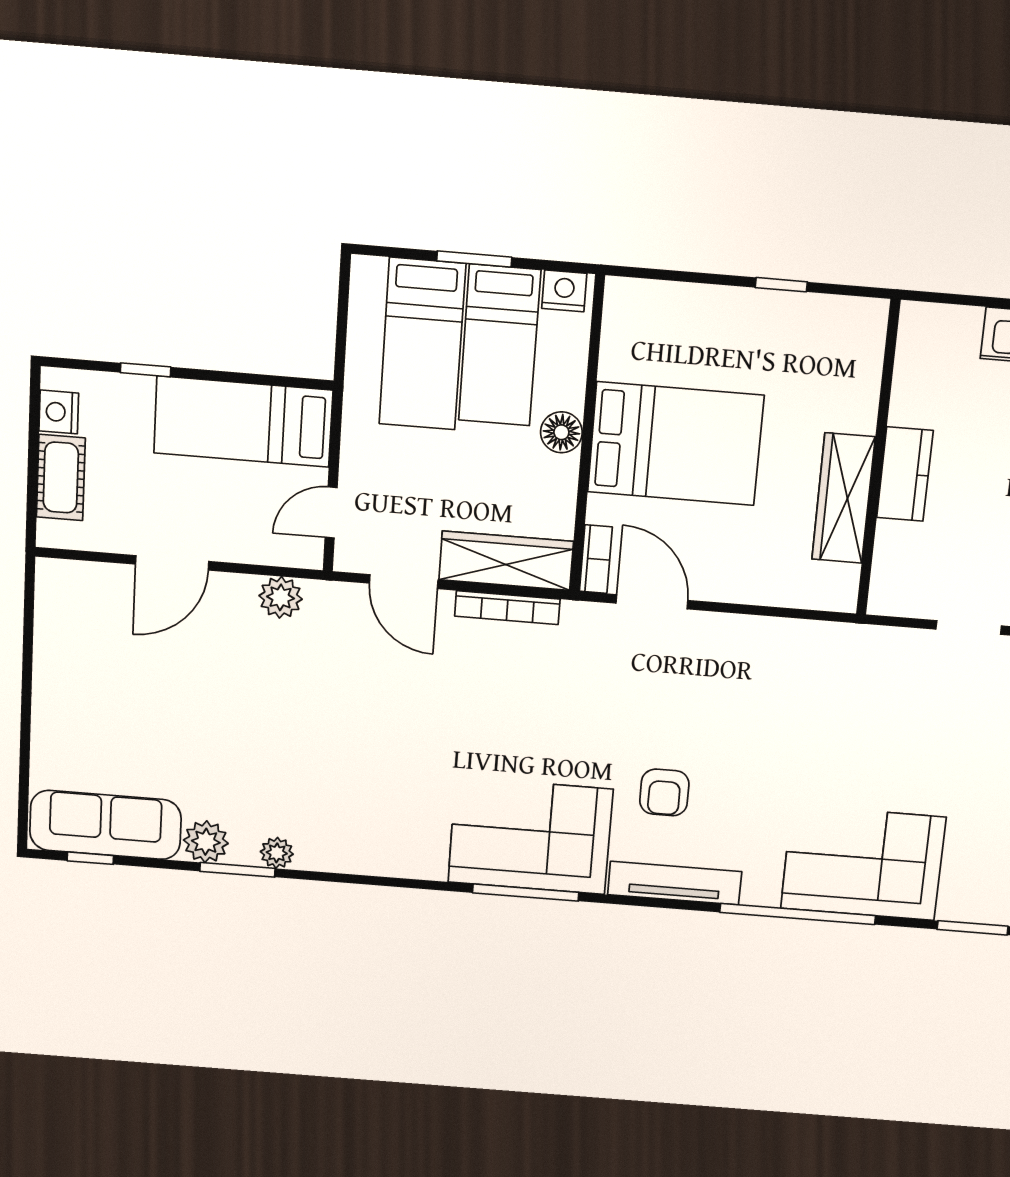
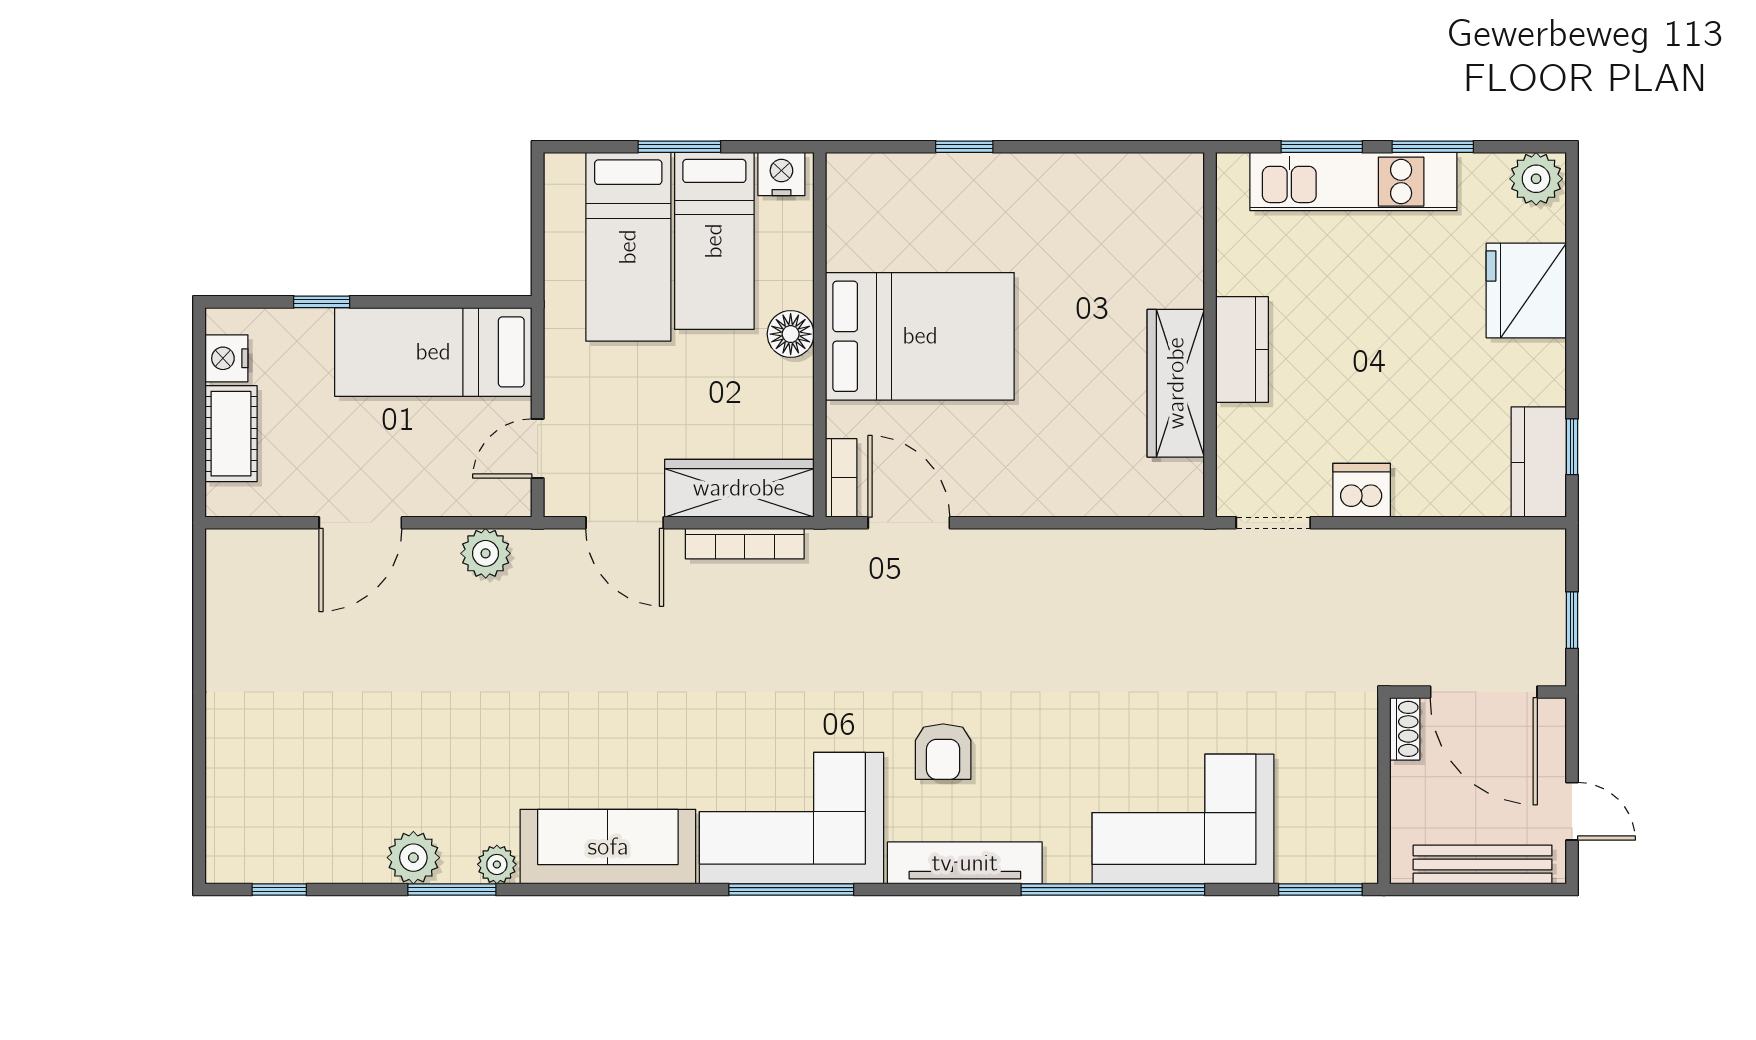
window: (781, 285) -> (964, 147), moved
wall: (878, 459) -> (1210, 335), moved
kitchen counter: (905, 474) -> (1242, 350), moved
wardrobe: (843, 498) -> (1176, 383), moved
sofa: (105, 825) -> (608, 847), moved

